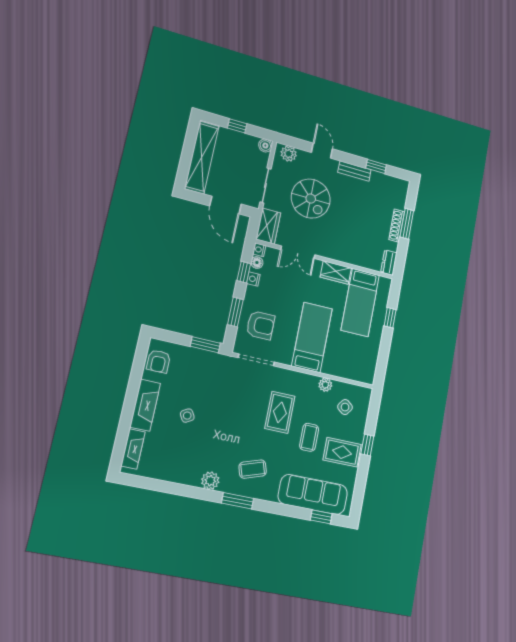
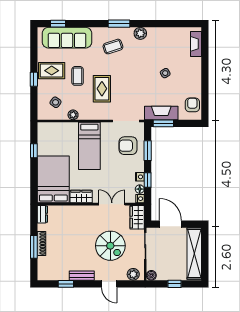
spiral stairs: (311, 199) -> (110, 246), turned 180
bed: (360, 302) -> (53, 179), width x1.50
window: (390, 318) -> (34, 151), moved
fireplace: (145, 405) -> (161, 113), moved, turned 90

